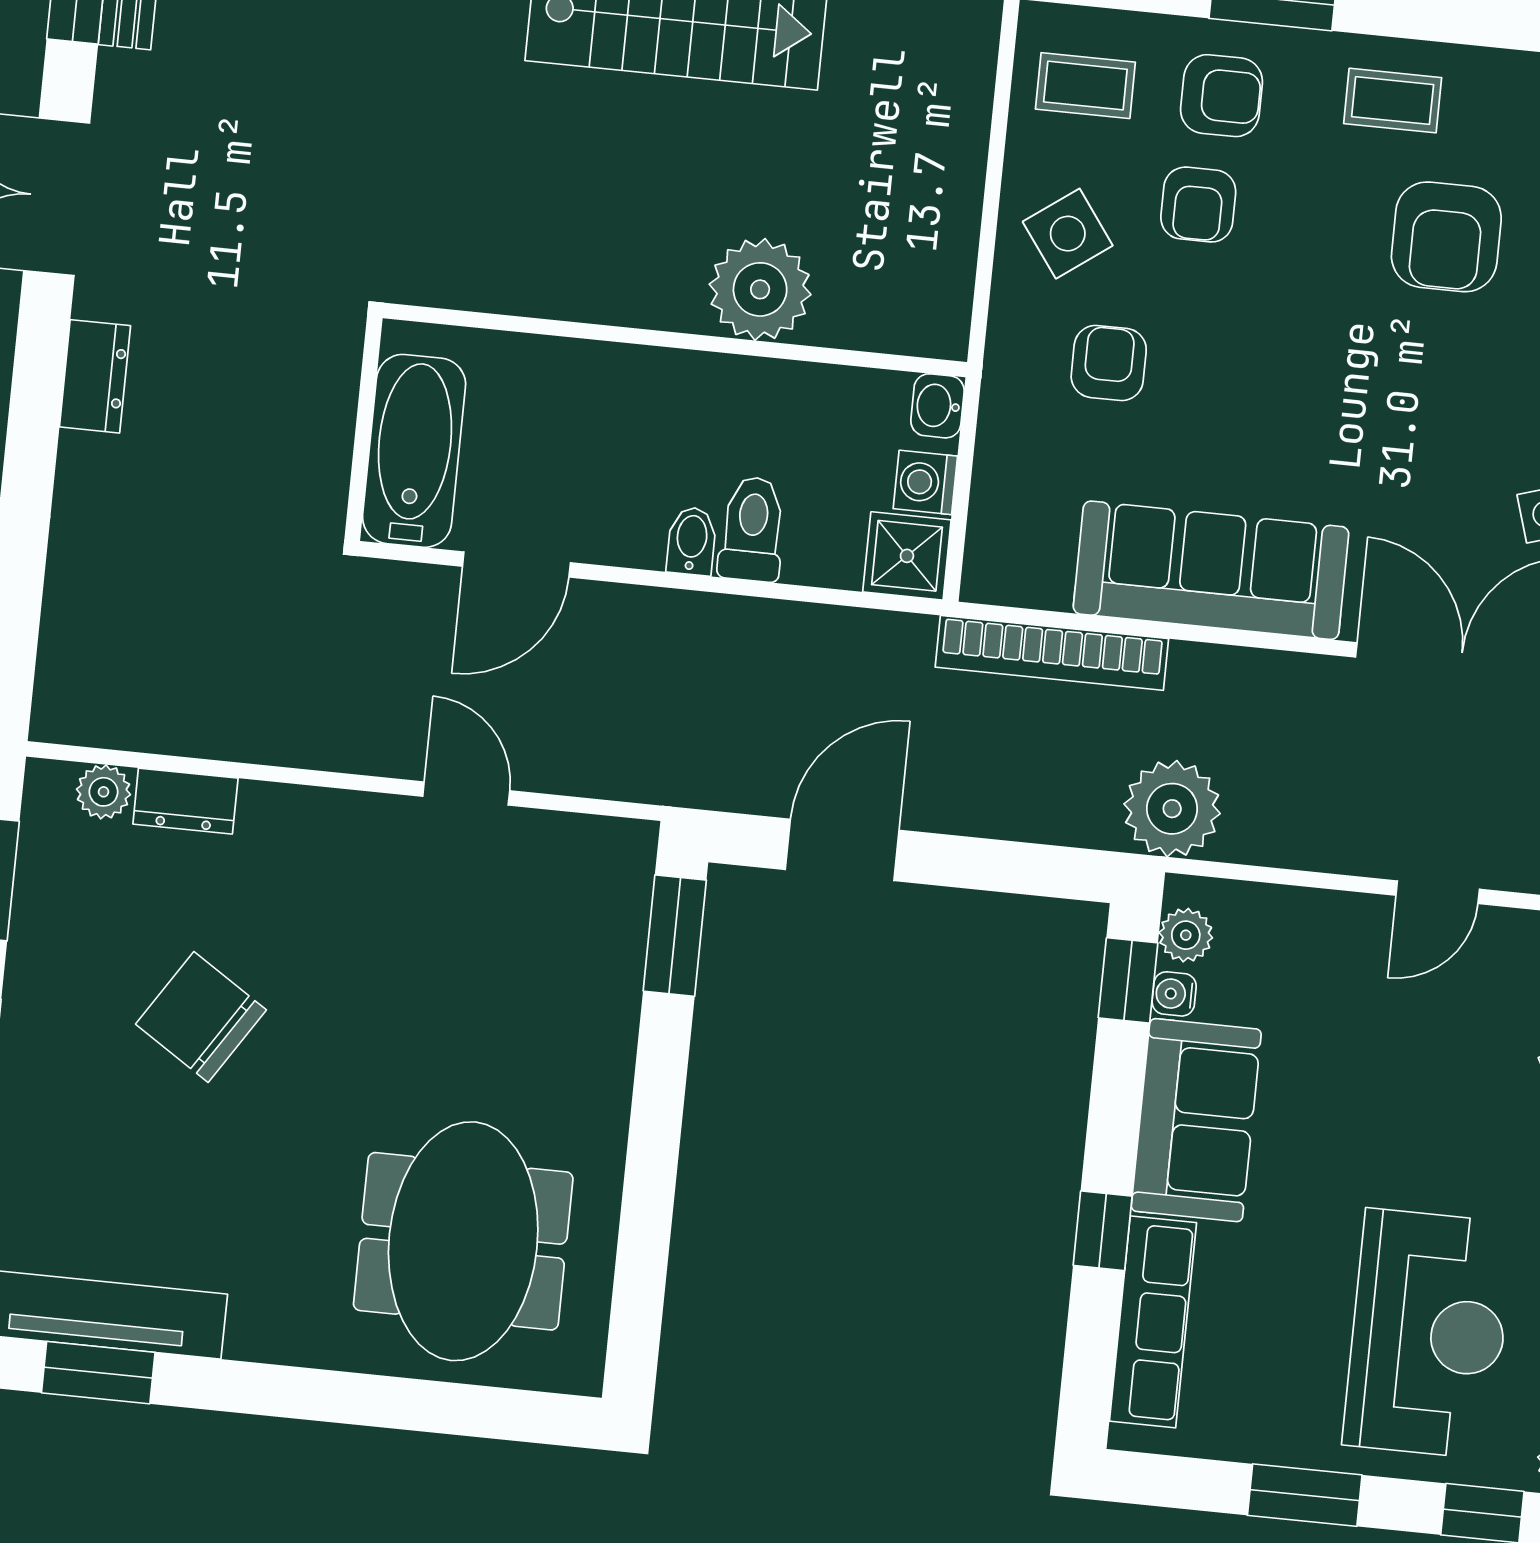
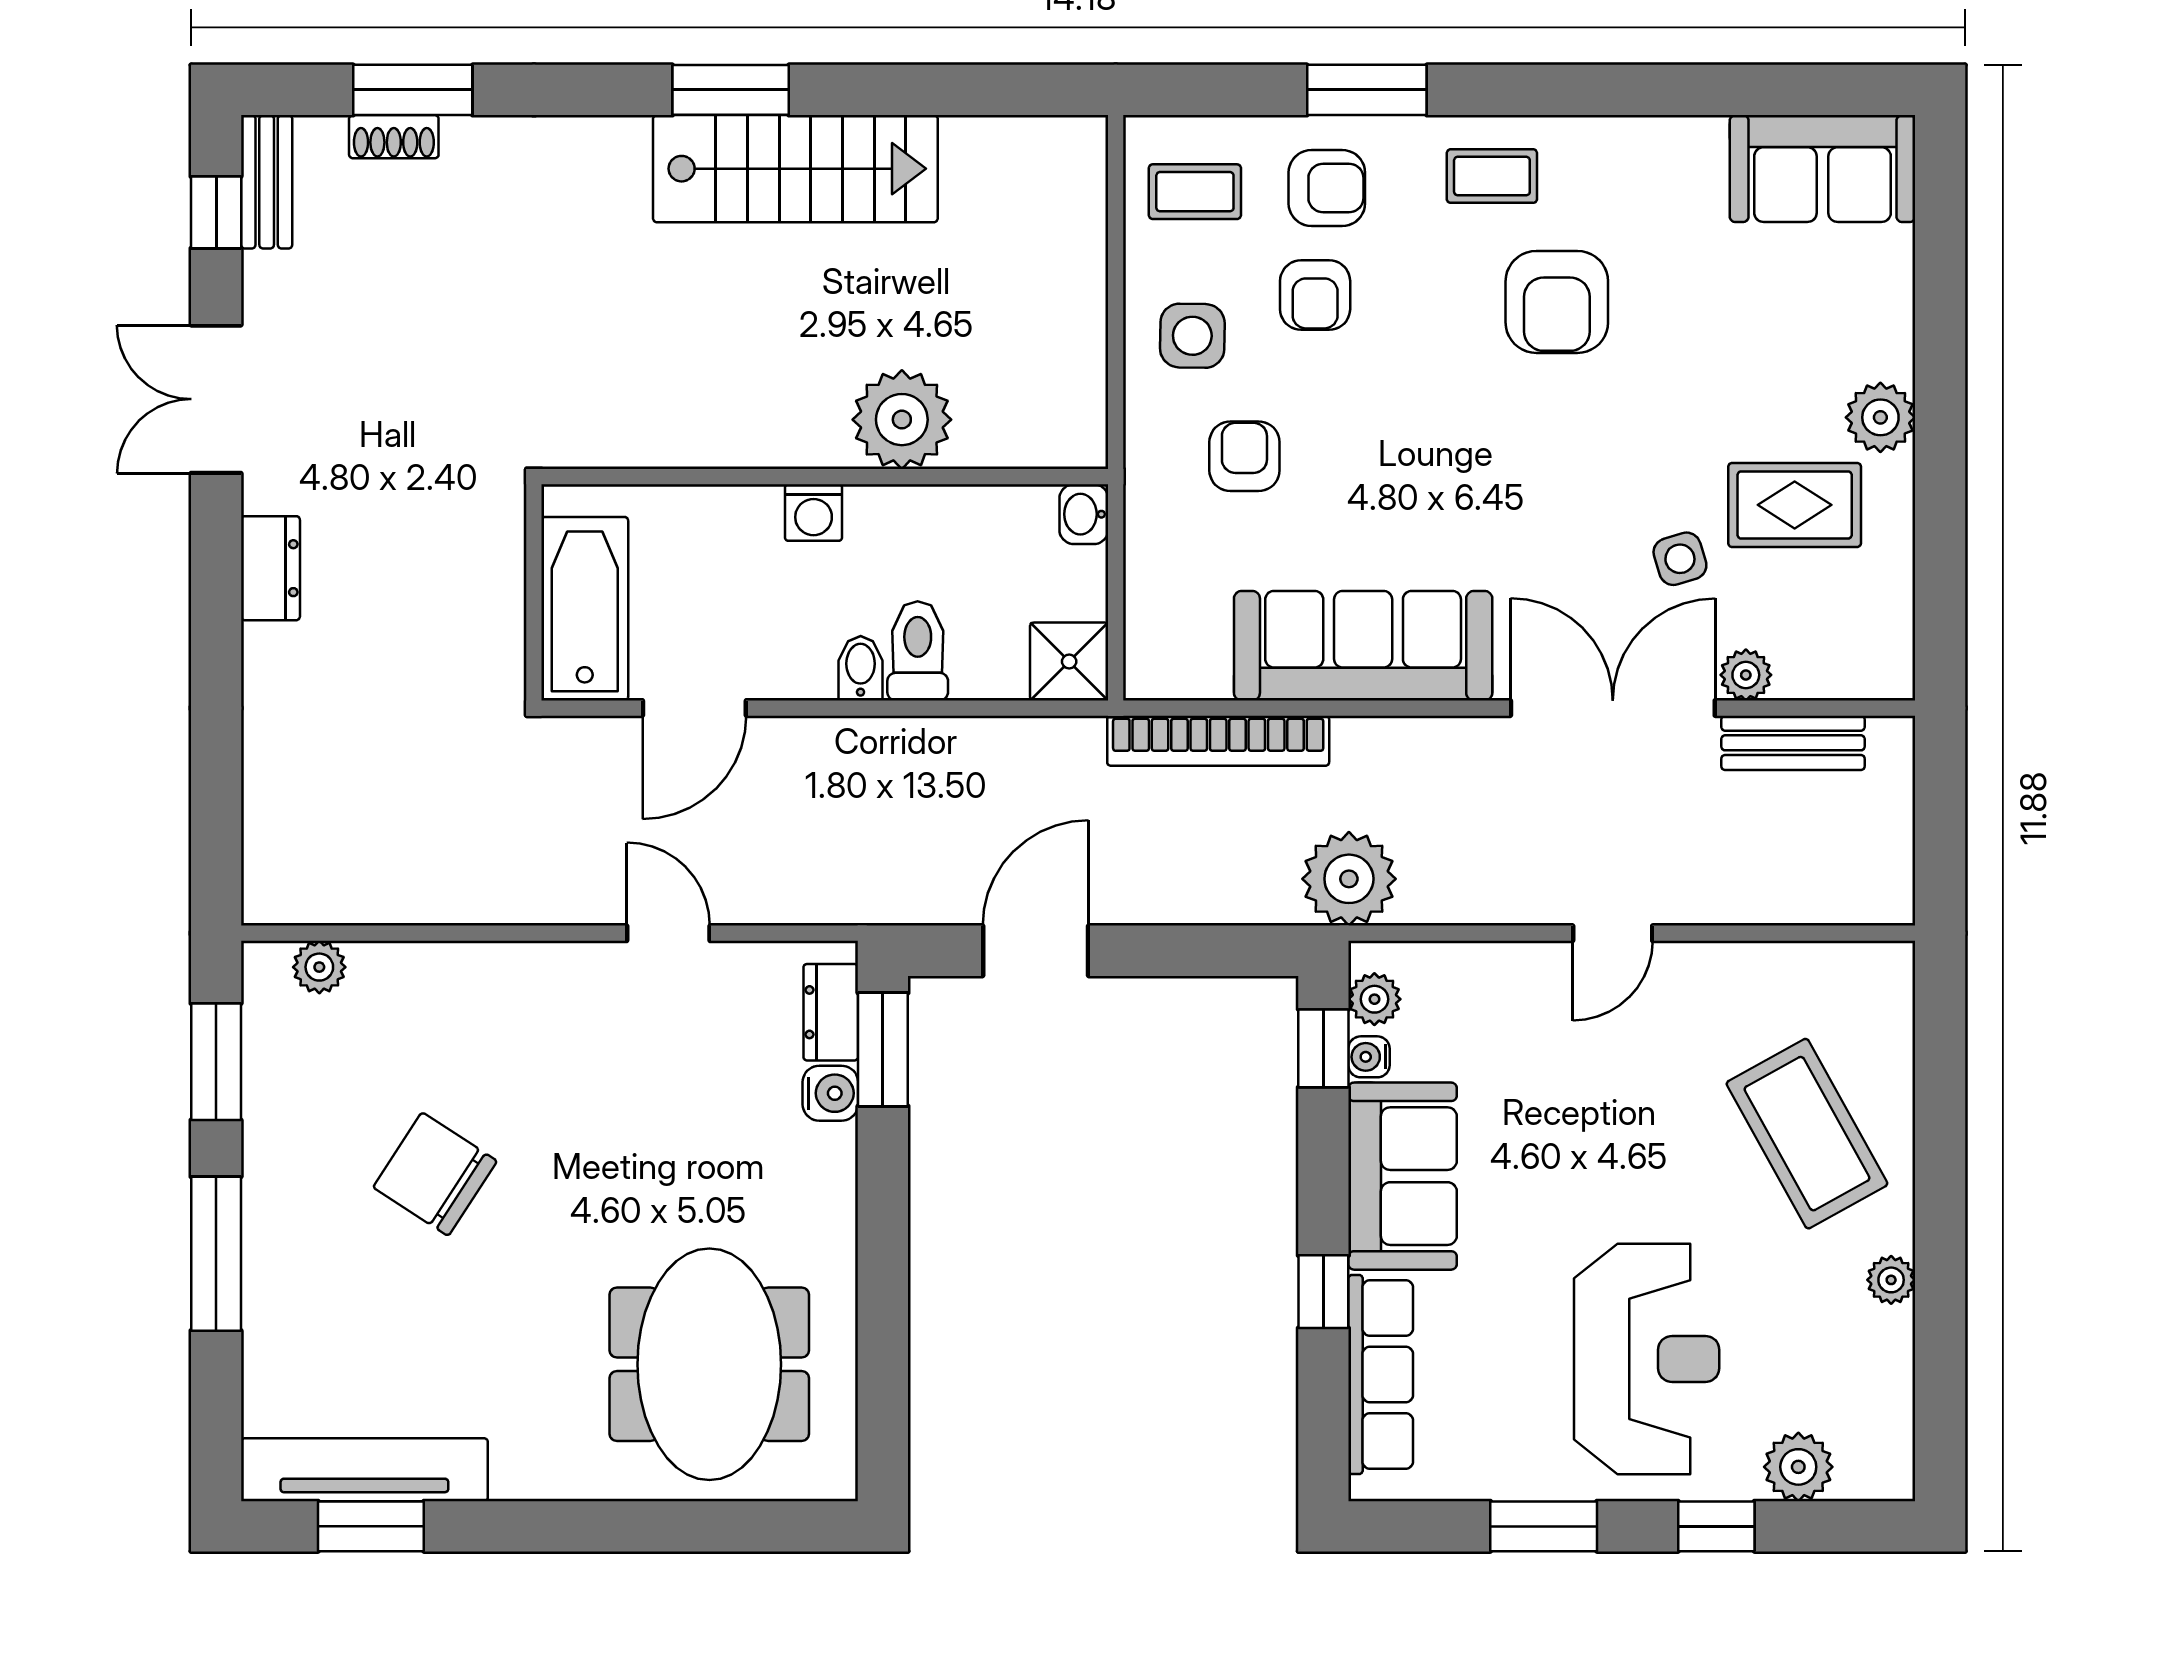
side table: (1068, 234) -> (1192, 336), turned 37
washing machine: (925, 482) -> (814, 513), moved, turned -90
dresser: (185, 801) -> (831, 1012), moved, turned 90
water cooler: (616, 975) -> (830, 1093), added

